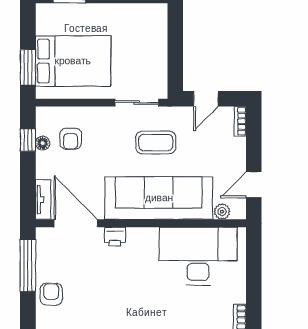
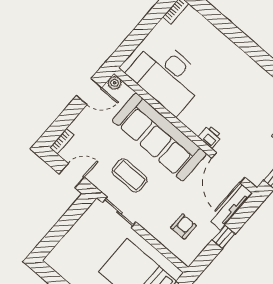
window: (28, 140) -> (224, 237), moved
floor lamp: (43, 143) -> (204, 239), removed
tv unit: (43, 200) -> (232, 207), width x1.41
plant: (222, 212) -> (115, 83), moved

